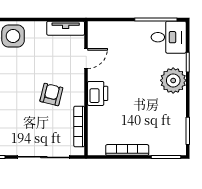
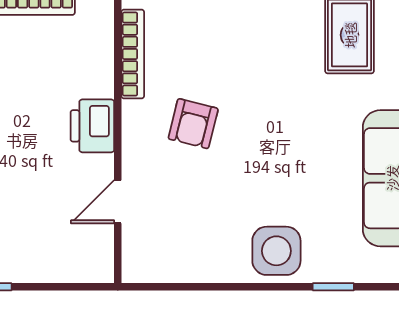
tv unit: (66, 28) -> (162, 268), removed

